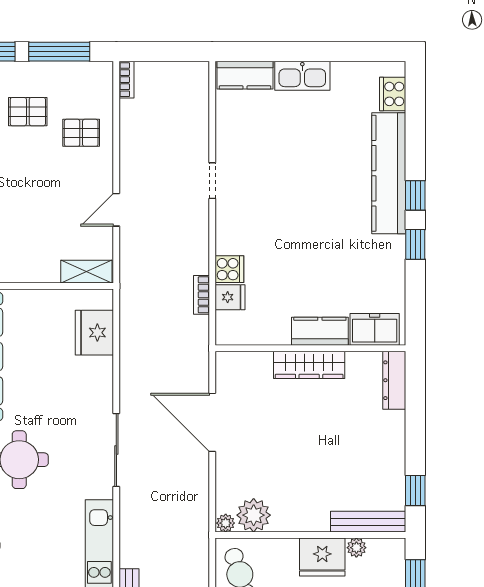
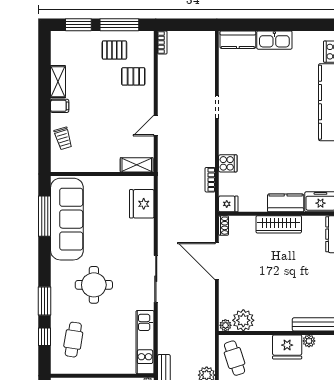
pallet: (28, 112) -> (114, 50), moved
fridge: (230, 297) -> (228, 204), moved
shoe rack: (223, 367) -> (224, 226), added

